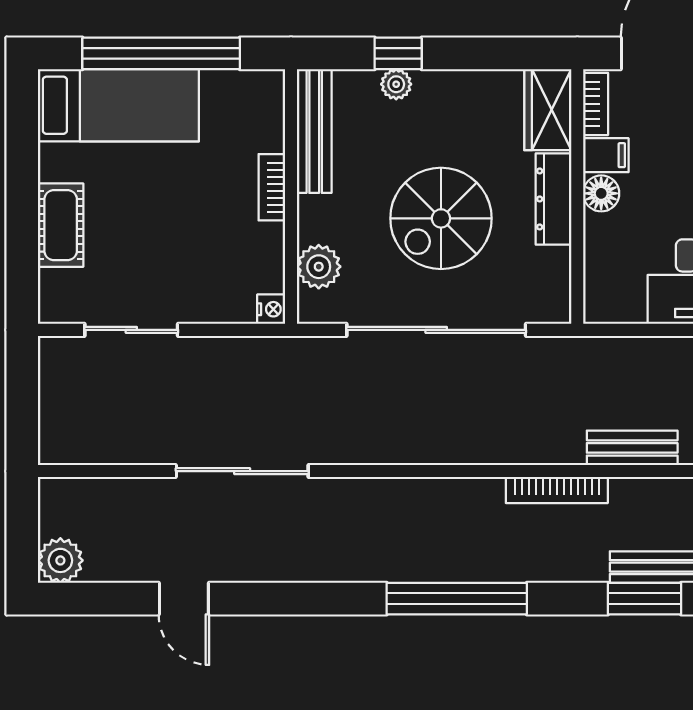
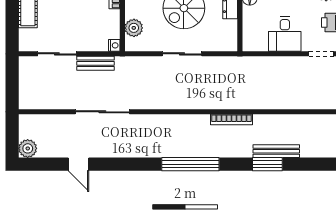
sliding door: (436, 330) -> (182, 54), width x0.54
bench: (632, 448) -> (95, 63), moved

